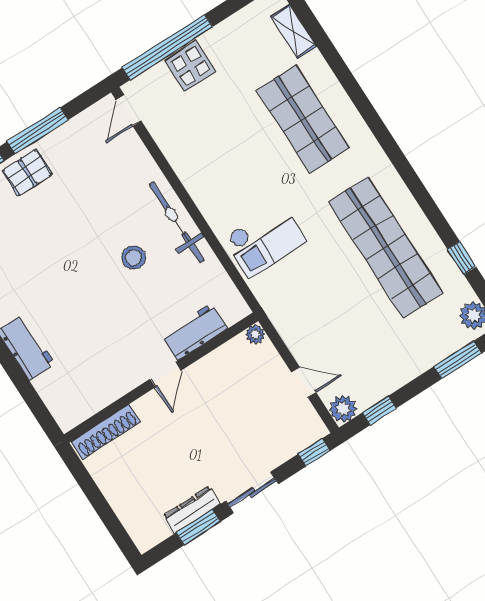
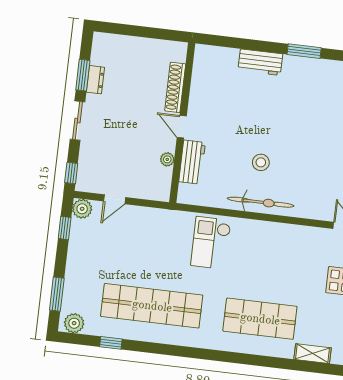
plant: (255, 334) -> (167, 159), moved
shoe rack: (106, 432) -> (175, 87), moved
dresser: (192, 510) -> (95, 80), width x0.70

